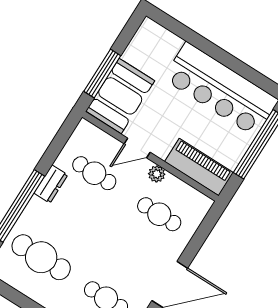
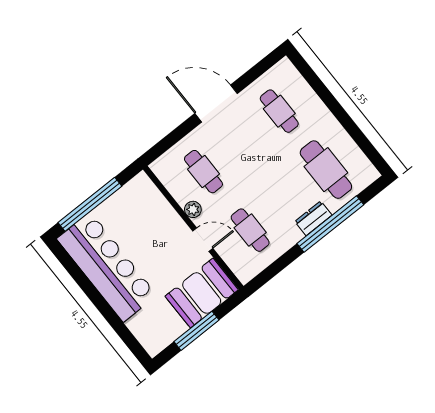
window: (102, 73) -> (197, 331), moved
piano: (199, 167) -> (152, 202), removed
dresser: (51, 184) -> (313, 218), moved

